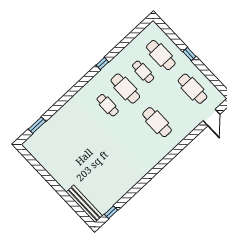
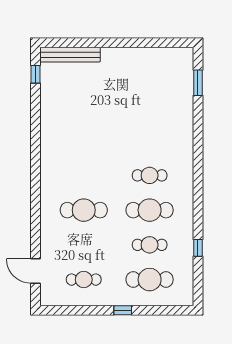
window: (102, 64) -> (198, 248), moved
cafe table: (193, 89) -> (84, 280), width x0.73, depth x0.74

